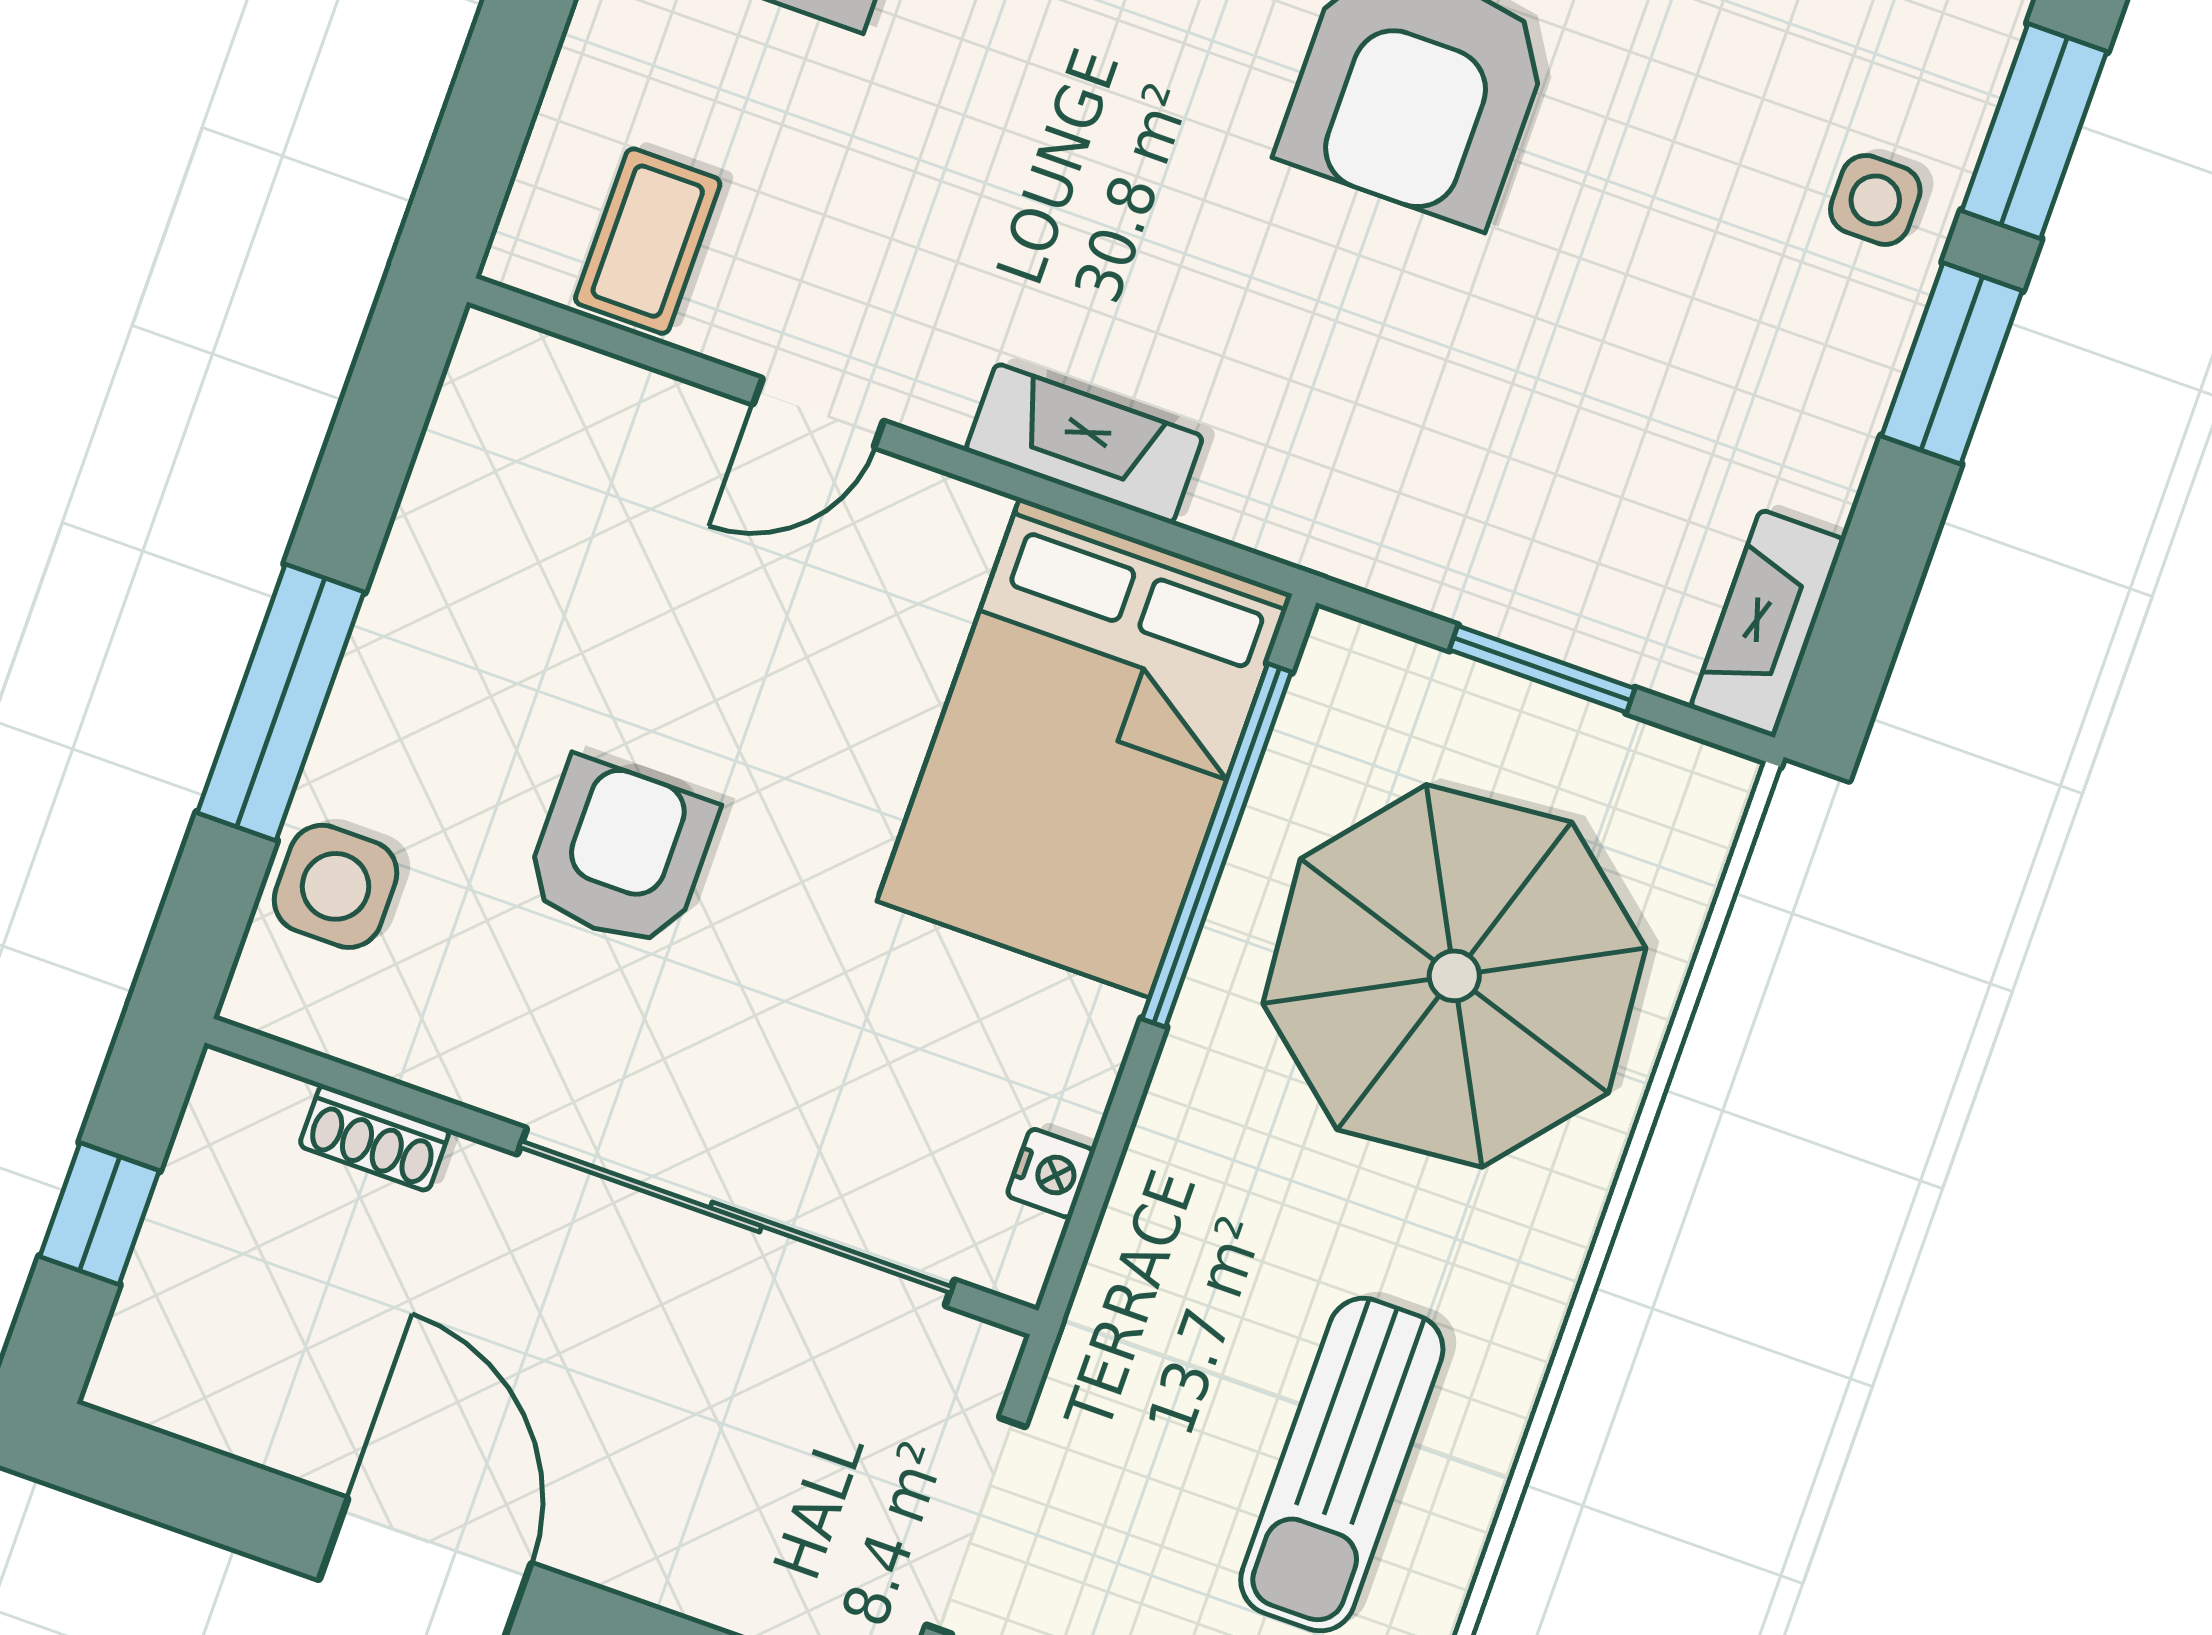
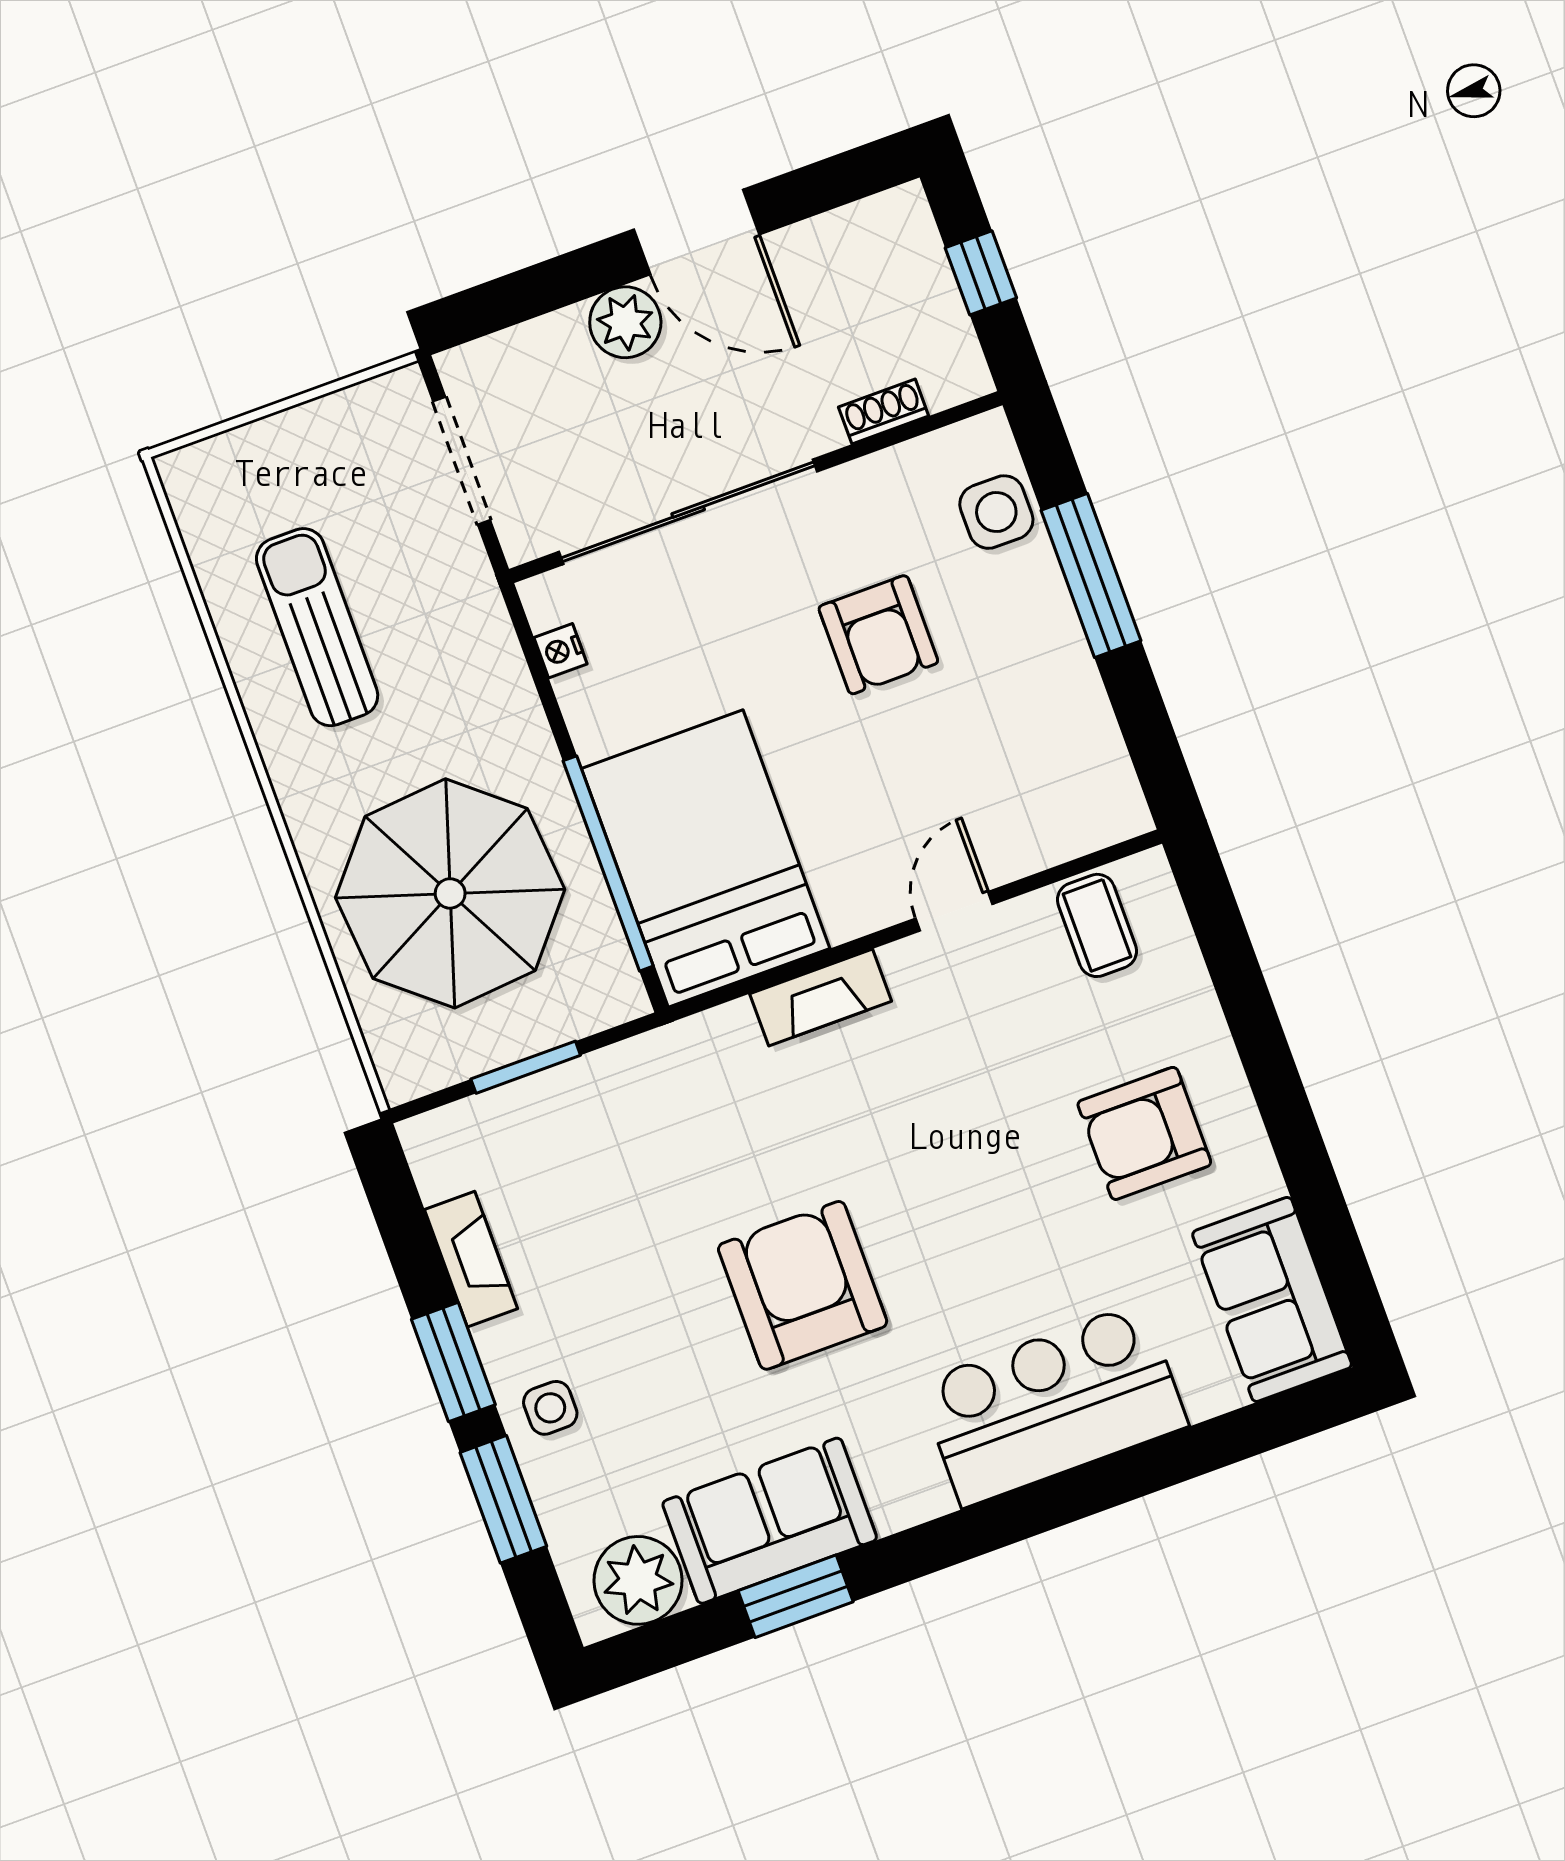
fireplace: (1768, 624) -> (471, 1259), moved
plant: (615, 1531) -> (625, 322), added

